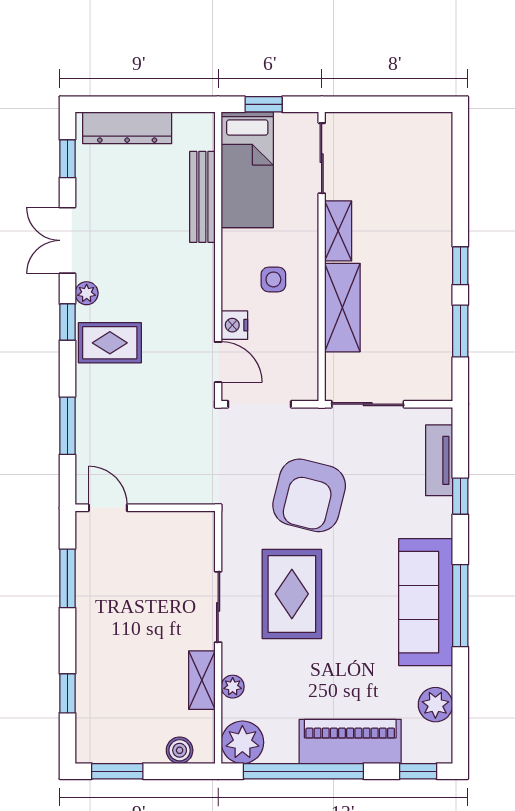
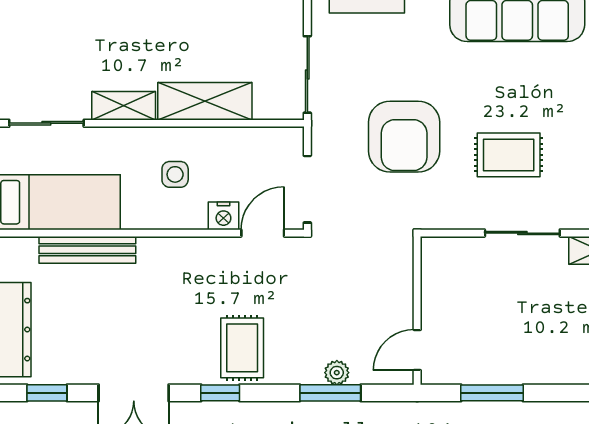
plant: (87, 293) -> (337, 373), moved
armchair: (309, 495) -> (404, 137), turned 76
rug: (292, 594) -> (509, 155), width x0.73, depth x0.70

